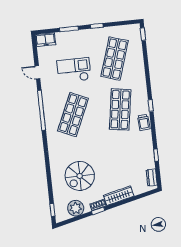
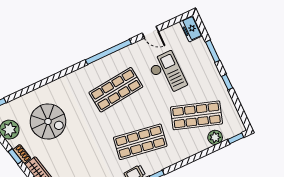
plant: (137, 50) -> (215, 137), added
door: (37, 72) -> (150, 32), swing flipped
shop shelf: (73, 115) -> (116, 90), turned -30
spiral stairs: (80, 176) -> (48, 121), turned 180

